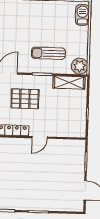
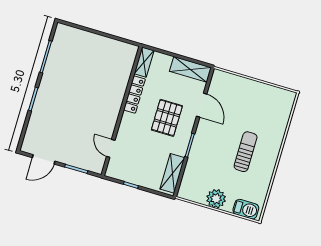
sun lounger: (48, 53) -> (246, 152), moved
plant: (80, 66) -> (216, 199), moved
door: (40, 137) -> (111, 148), moved

